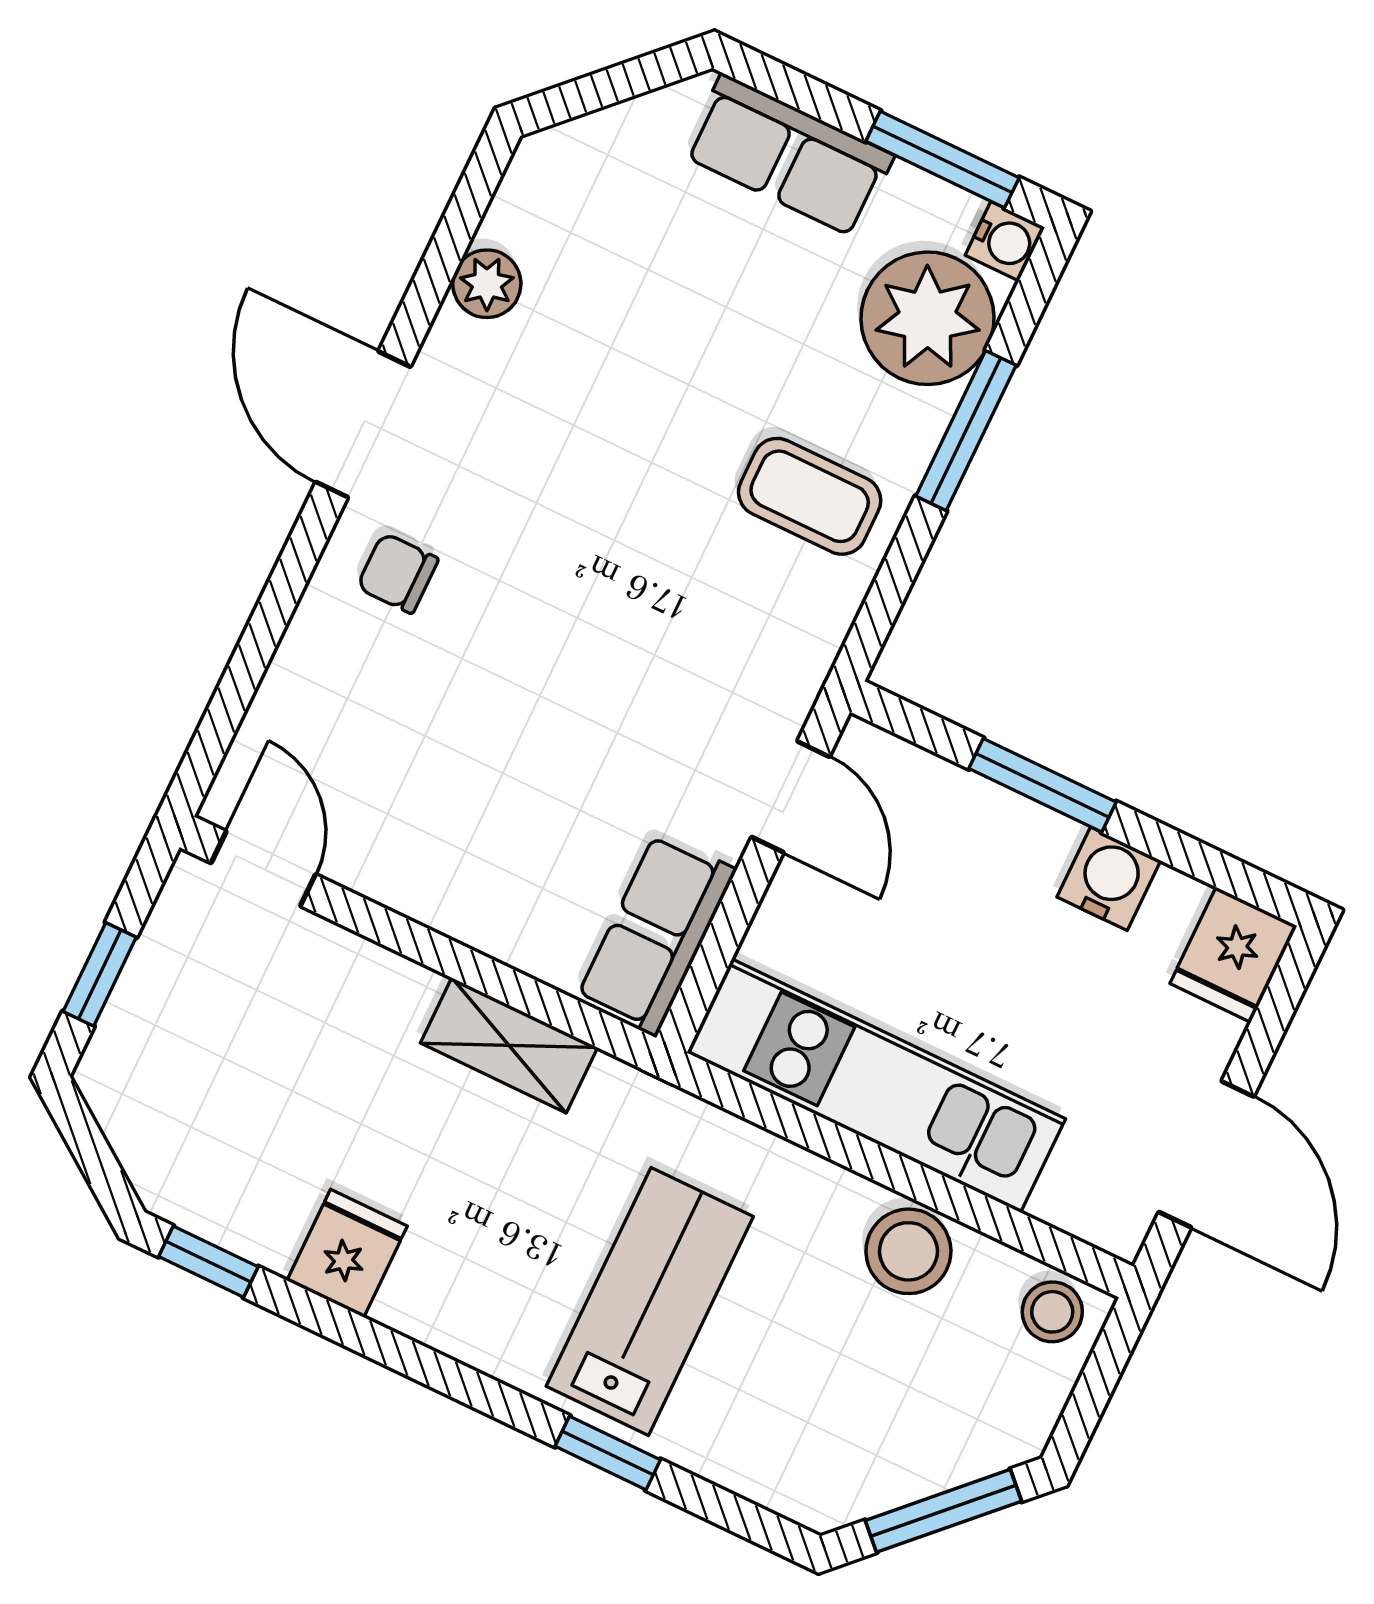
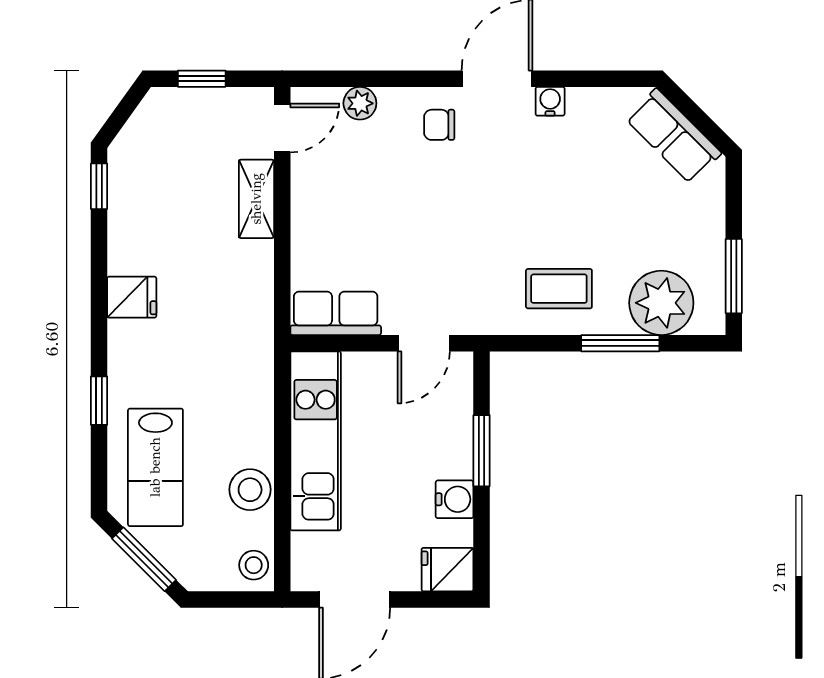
row of seats: (788, 155) -> (673, 136), moved, turned -45
water cooler: (1005, 241) -> (550, 101), moved, turned 180
plant: (487, 284) -> (360, 103), moved
coffee table: (810, 496) -> (559, 289), turned 90
chair: (398, 573) -> (439, 125), turned -90
shelving: (509, 1045) -> (256, 199), moved
fridge: (347, 1253) -> (132, 297), moved
lab bench: (650, 1301) -> (155, 467), moved, turned 90

